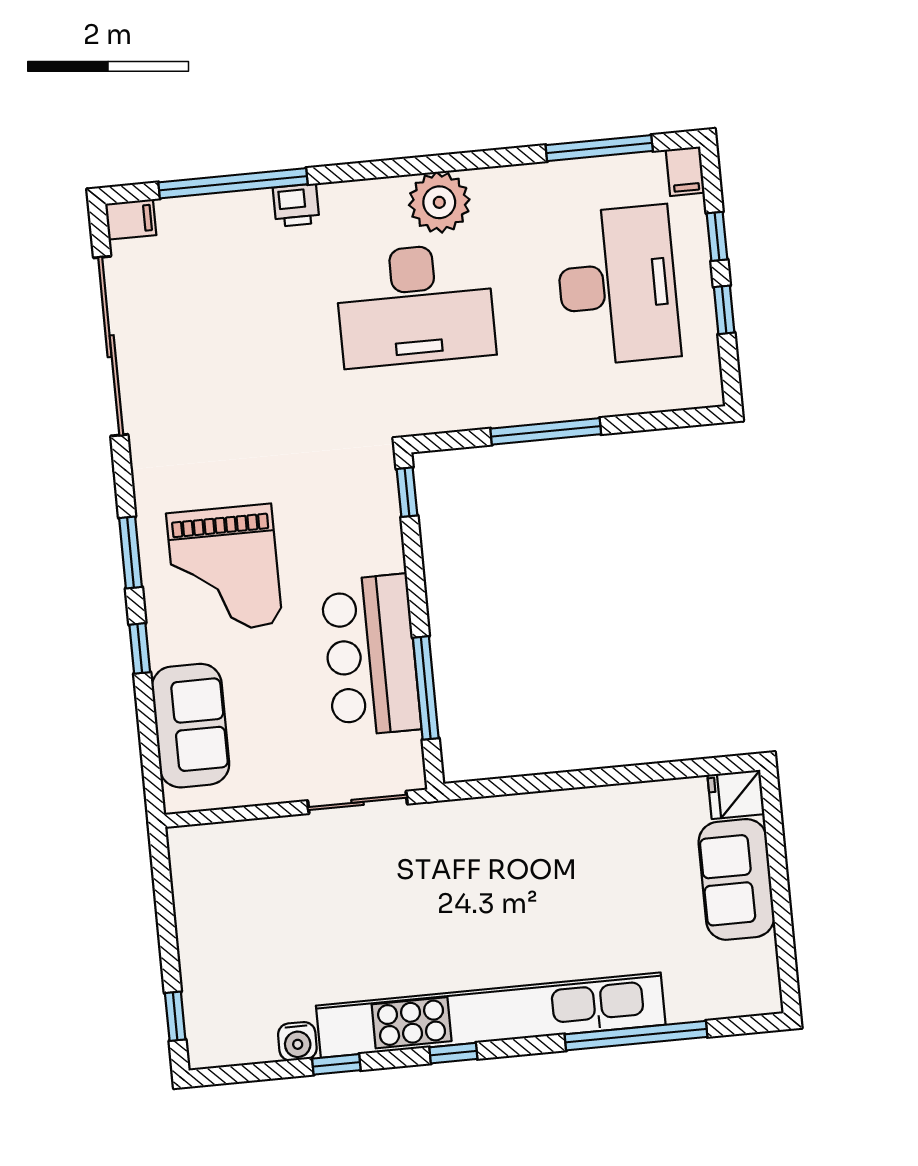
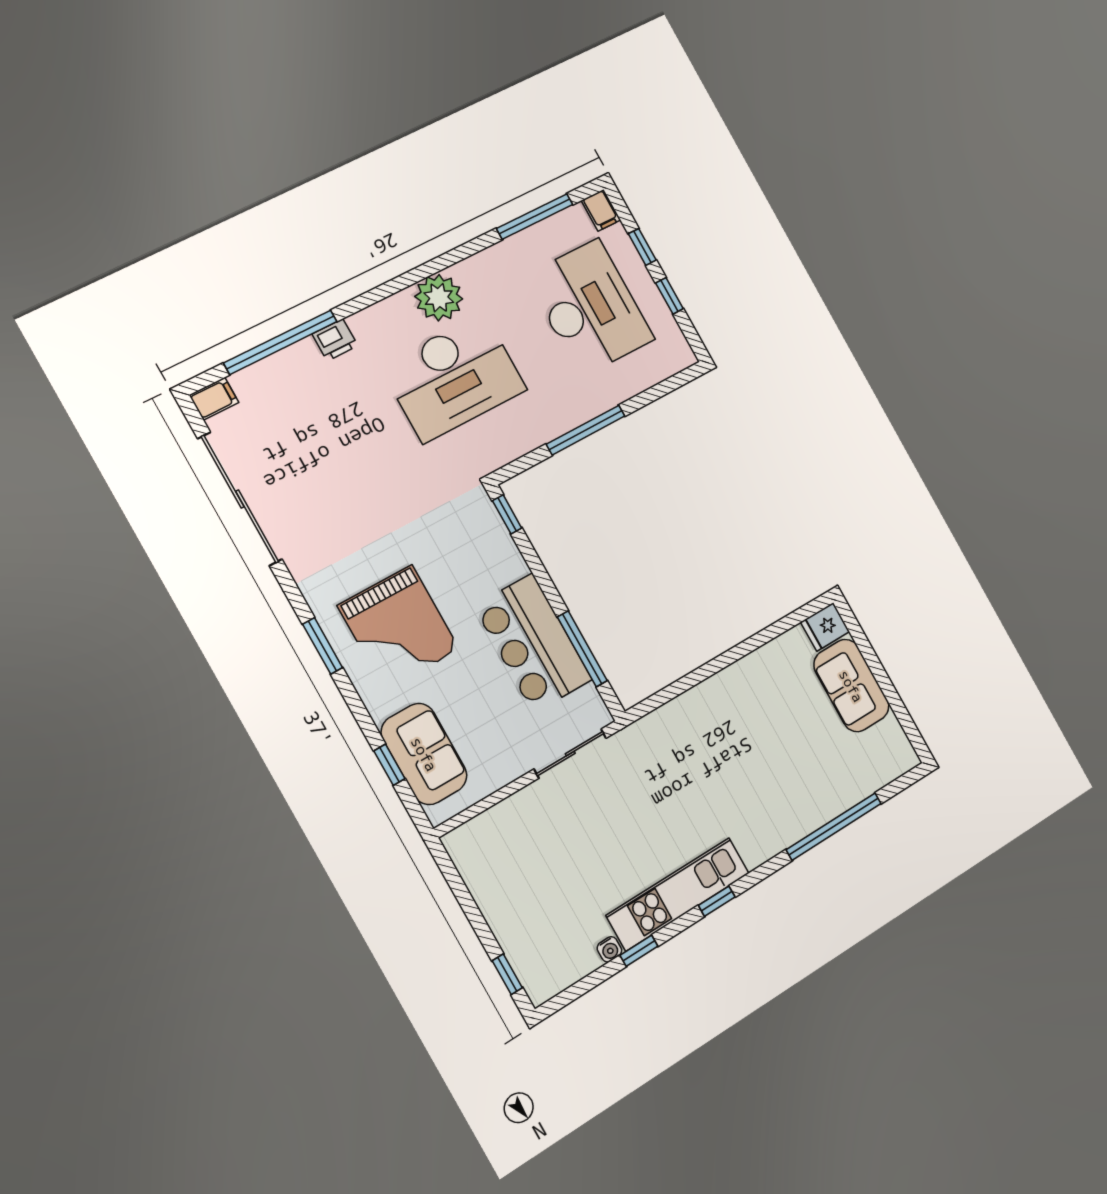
window: (140, 648) -> (389, 765), moved
kitchen unit: (491, 1015) -> (678, 894), width x0.54
water cooler: (297, 1041) -> (609, 949), width x0.72, depth x0.72

